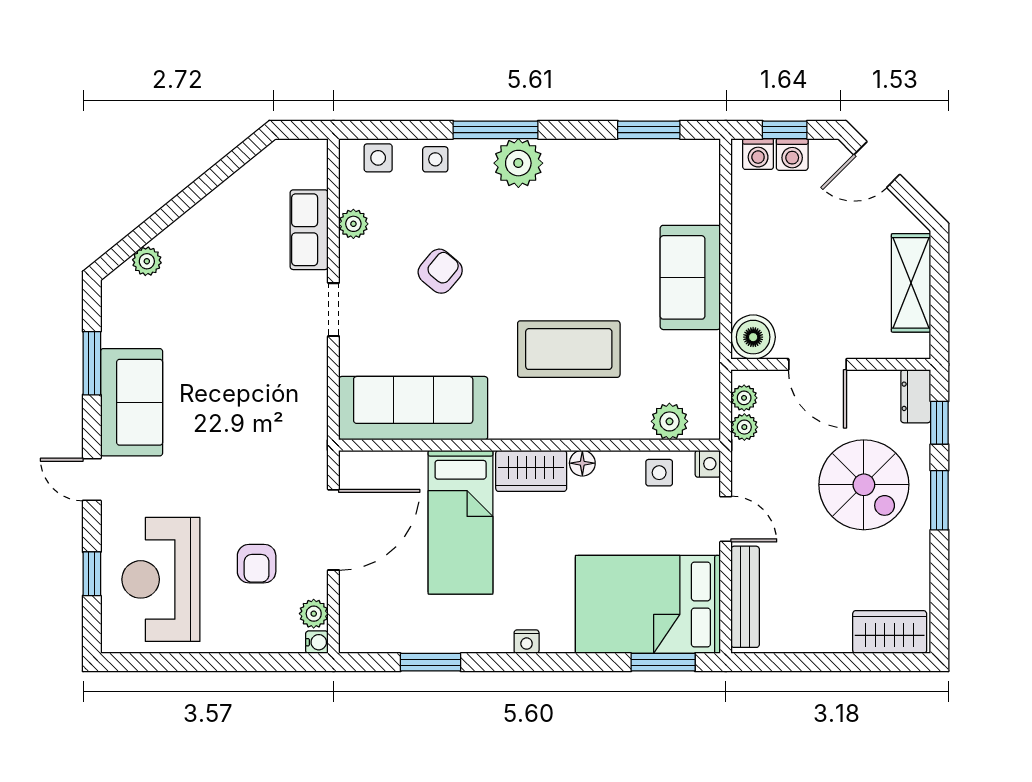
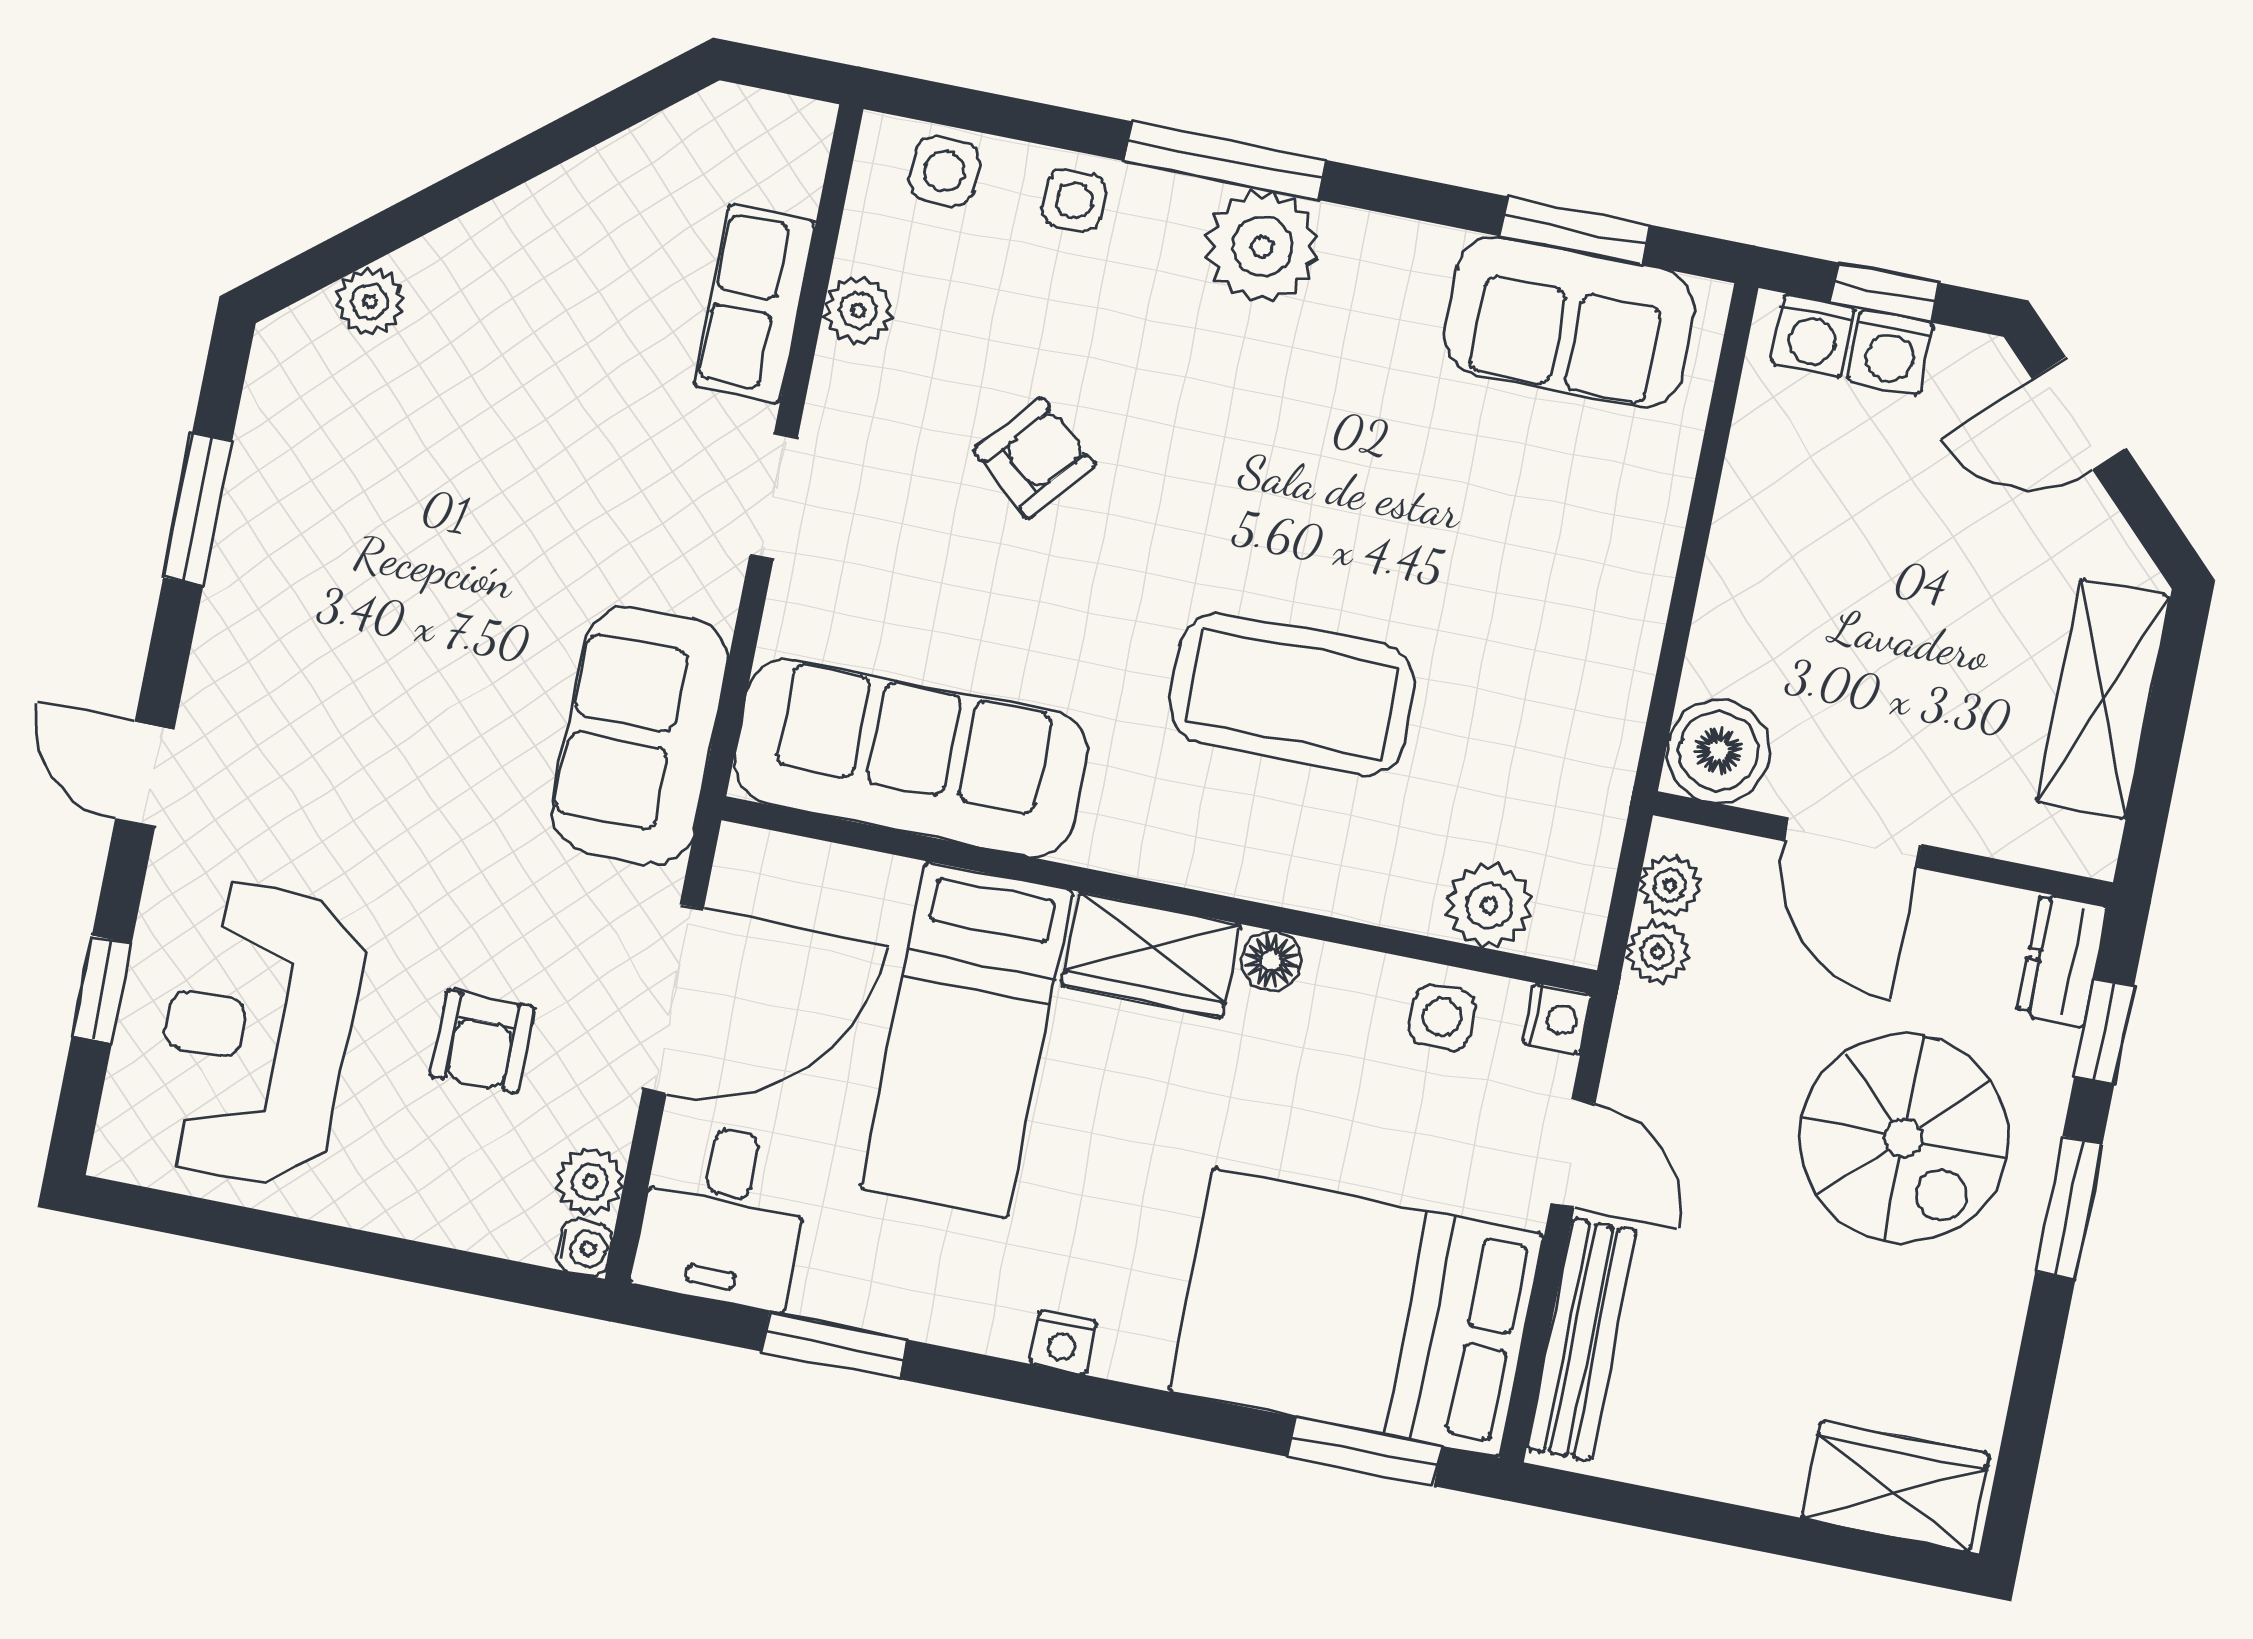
sofa: (690, 277) -> (1569, 322), moved, turned -90
sofa: (132, 402) -> (640, 736), moved, turned 180
desk: (373, 617) -> (723, 1216), added

